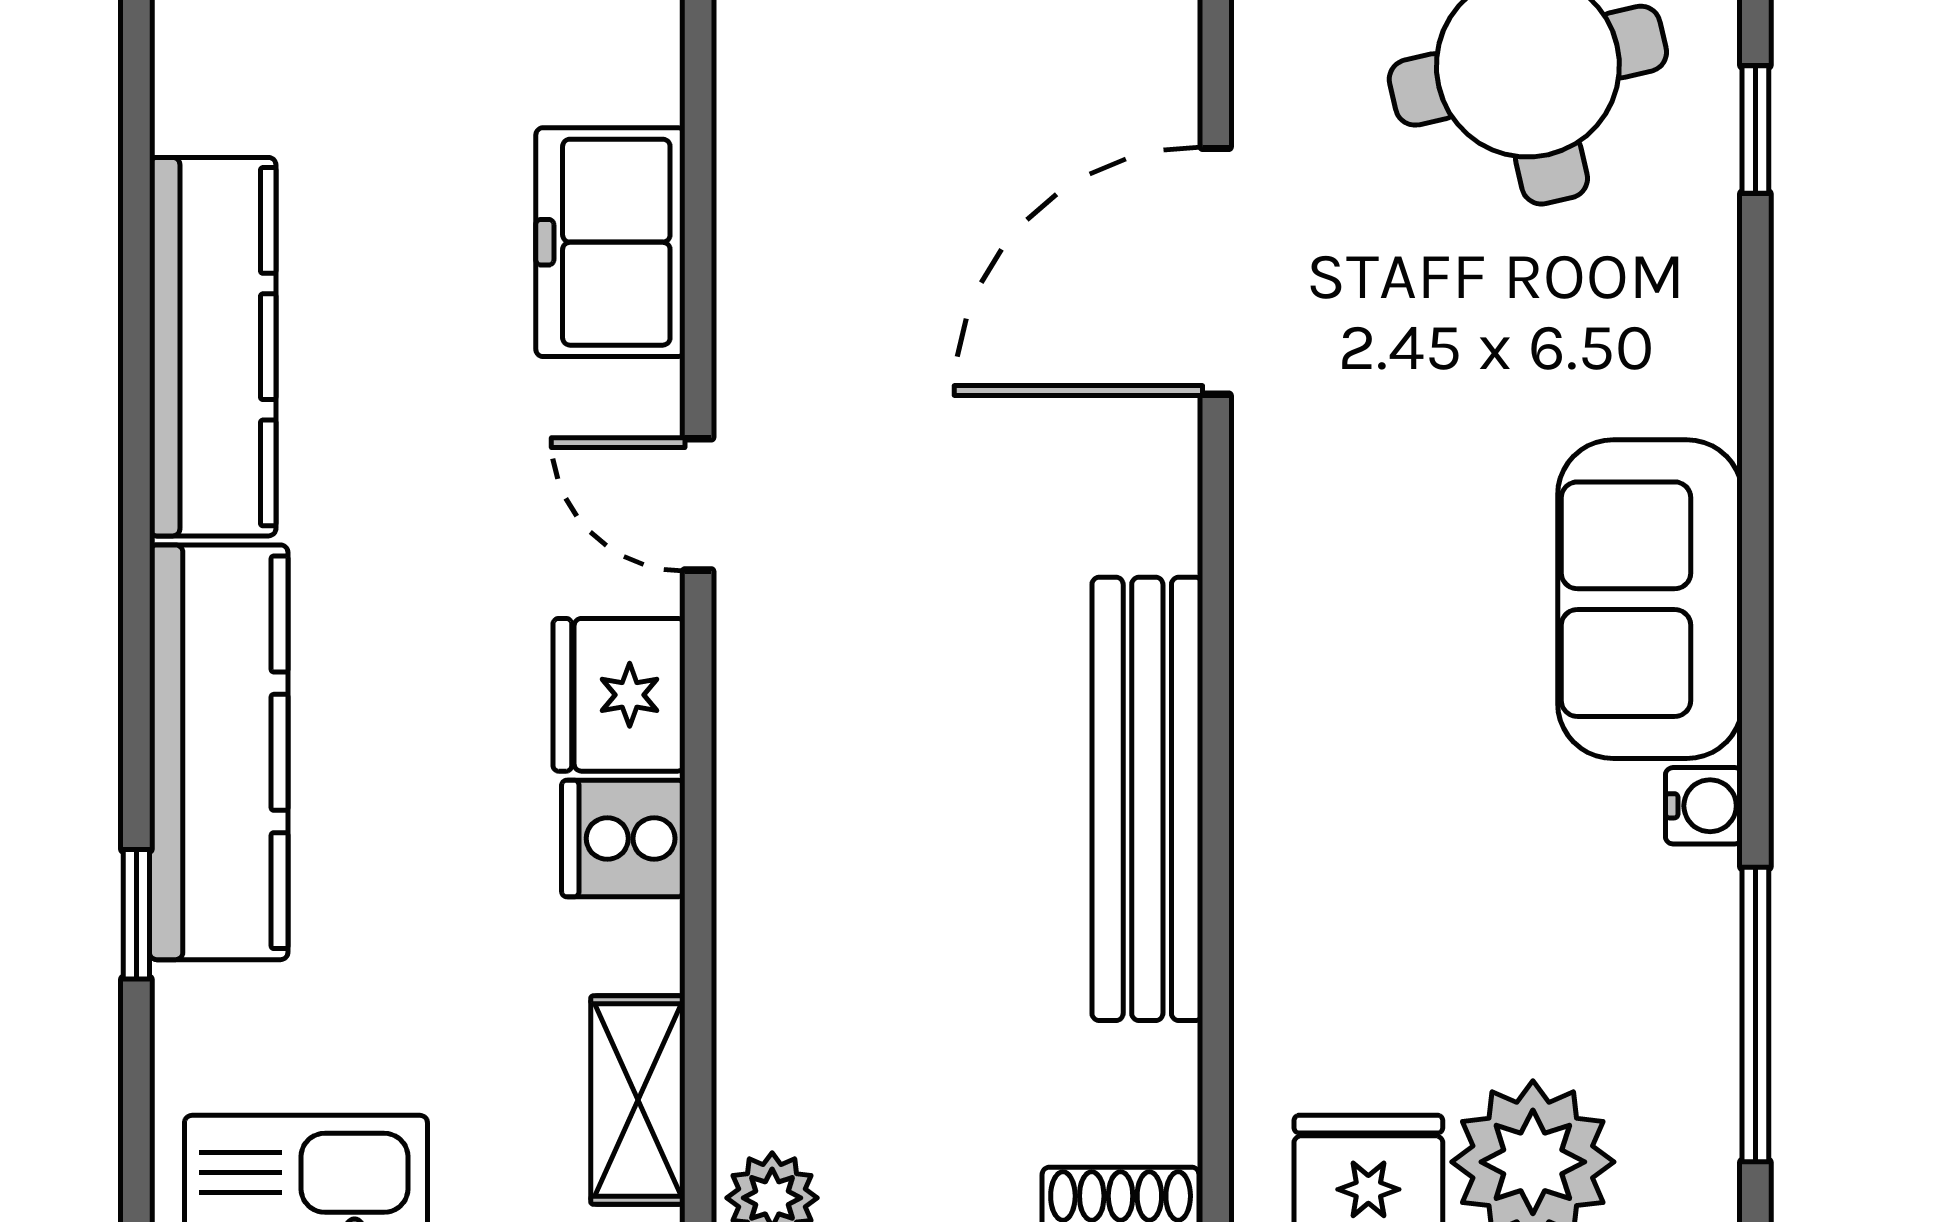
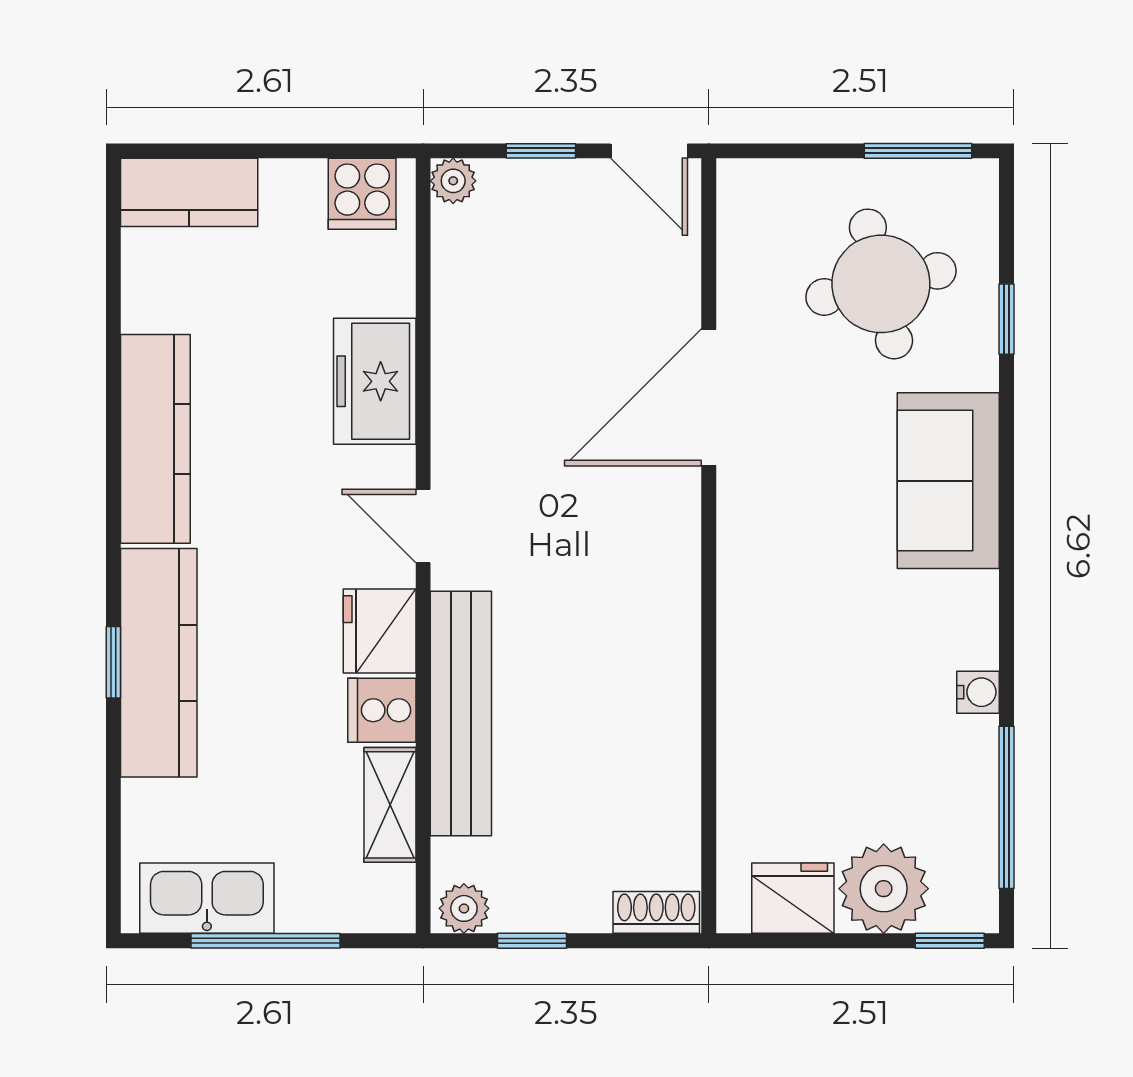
sofa: (1650, 599) -> (948, 481), moved
bench: (1147, 799) -> (461, 713), moved
window: (136, 914) -> (113, 662), moved
shelving: (638, 1100) -> (390, 805), moved

